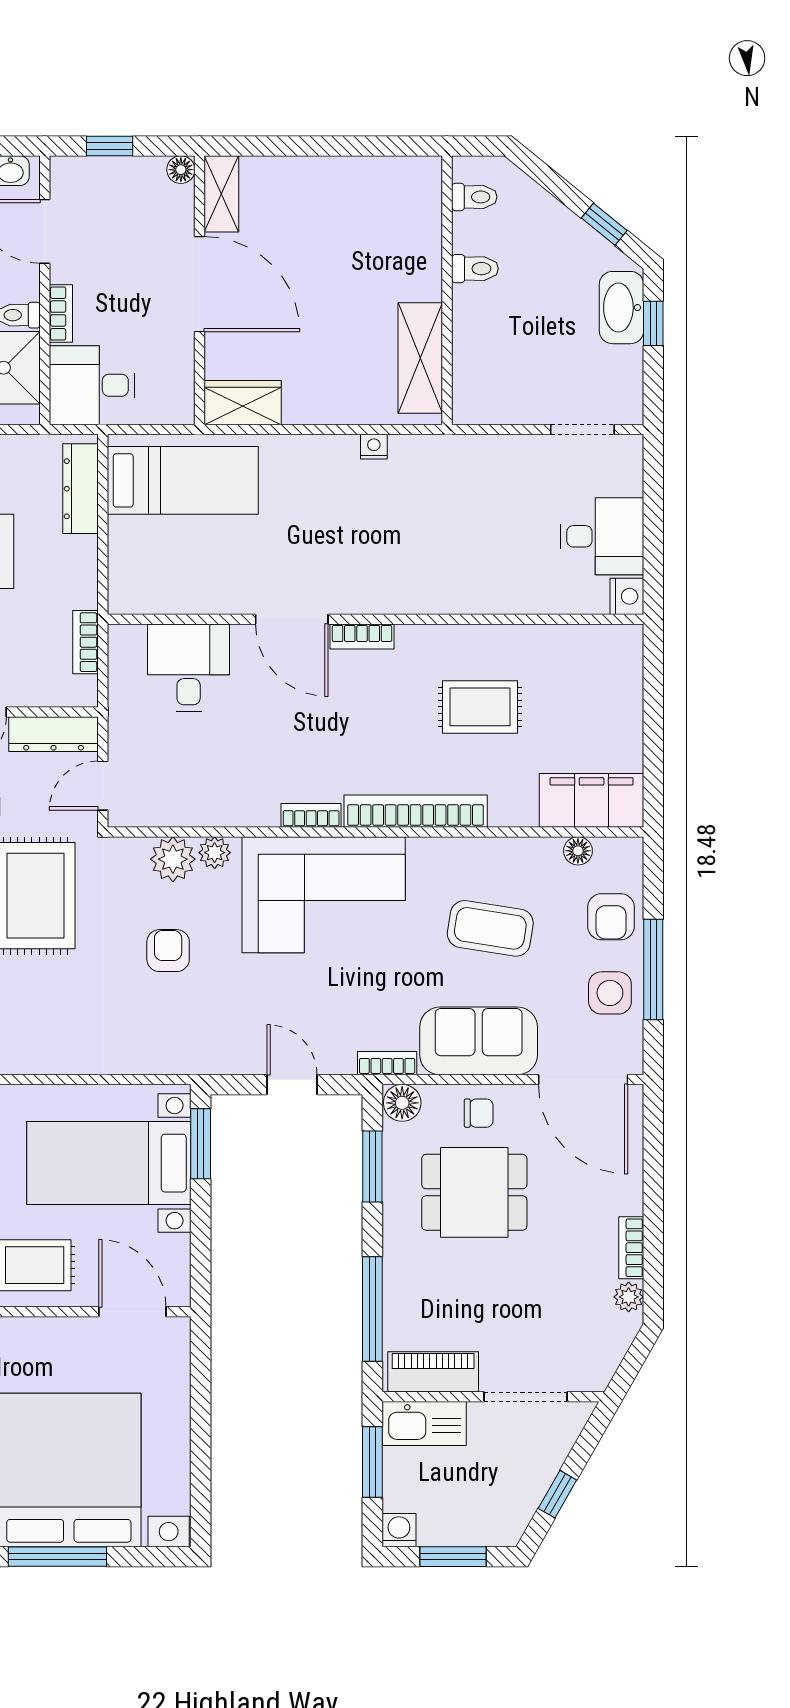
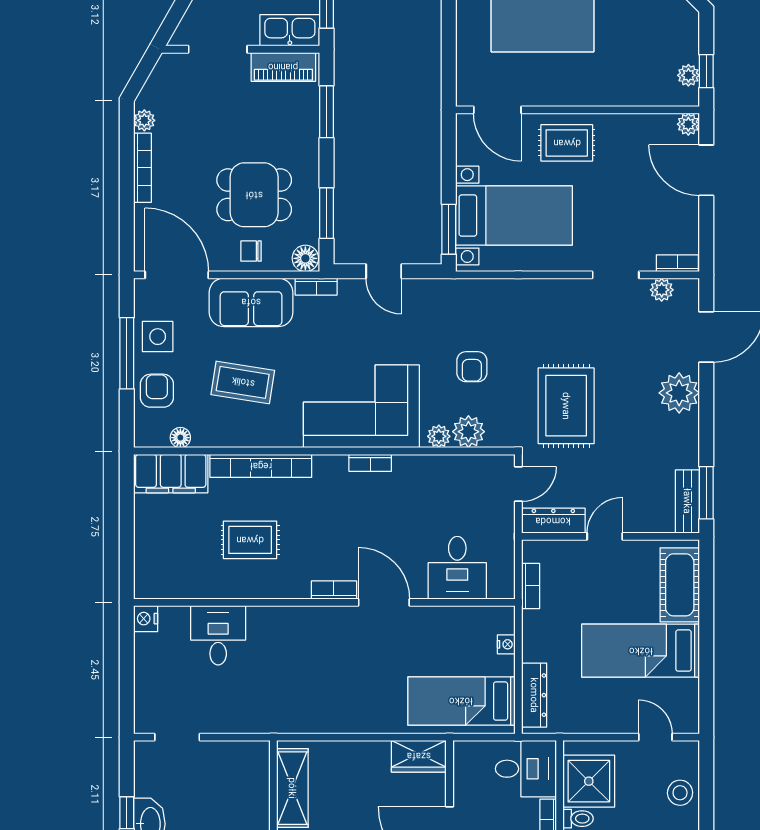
nightstand: (374, 447) -> (506, 644), moved, turned -90
desk: (602, 536) -> (218, 635), moved, turned 90
bookcase: (416, 811) -> (261, 466), moved
bookcase: (631, 1248) -> (143, 168), width x1.56
window: (372, 1309) -> (327, 112), width x0.69

